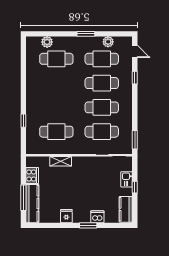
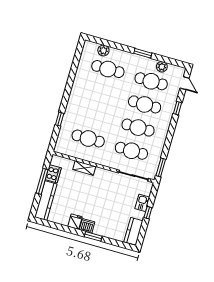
window: (23, 198) -> (42, 181), moved
dishwasher: (97, 217) -> (87, 226), moved

